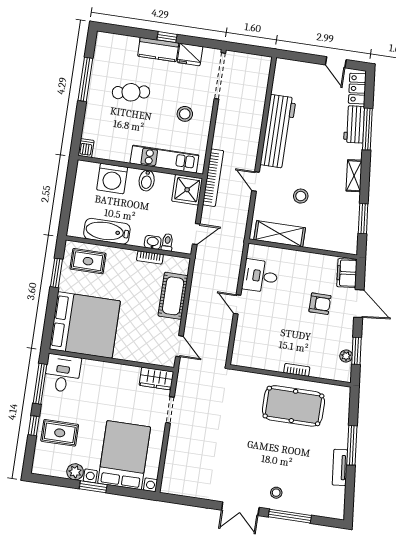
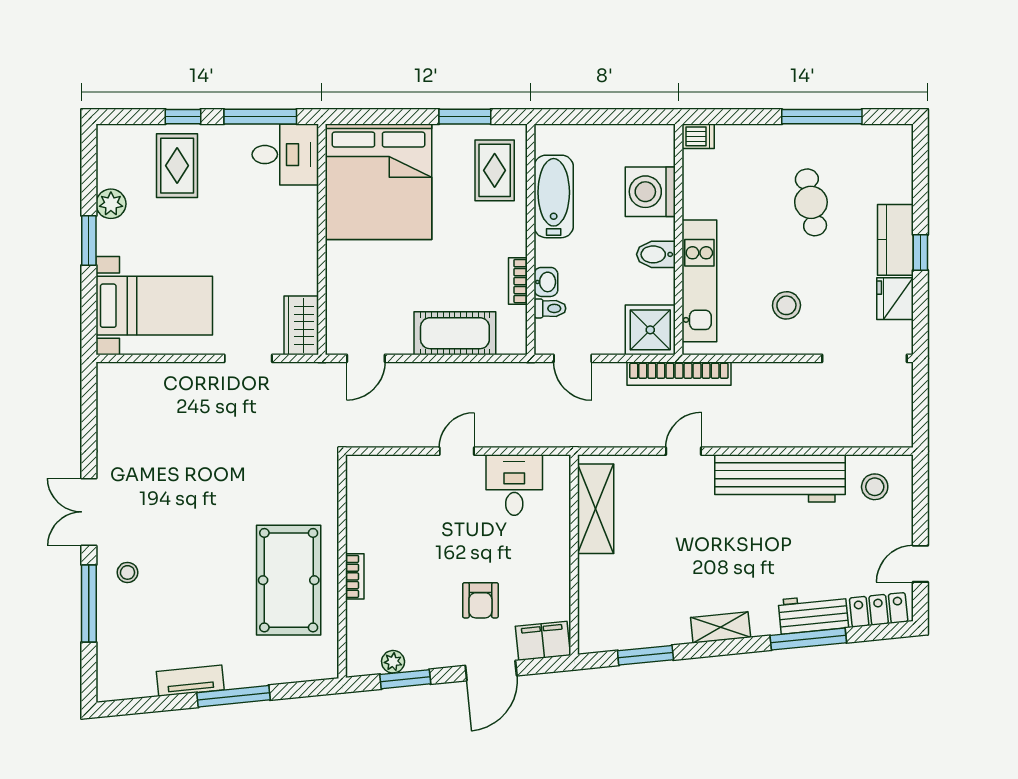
stool: (301, 196) -> (875, 487), moved
bed with nightstands: (124, 455) -> (154, 306), width x0.73

